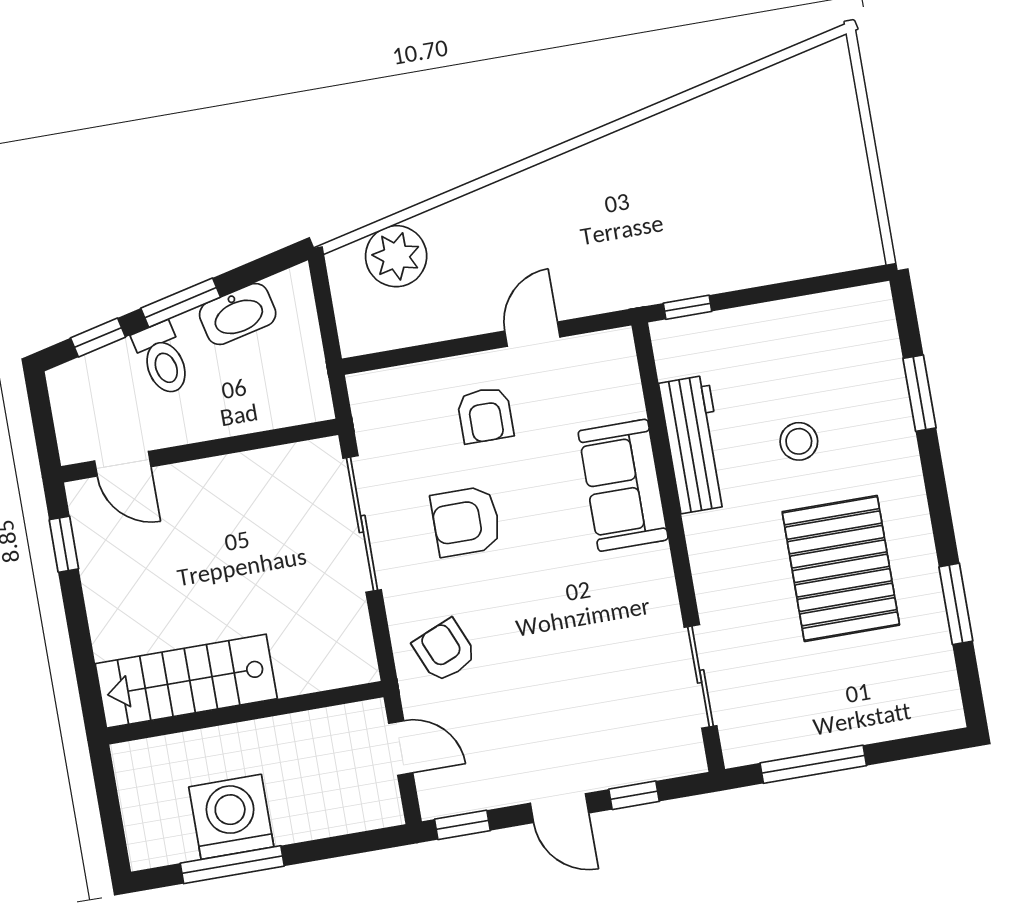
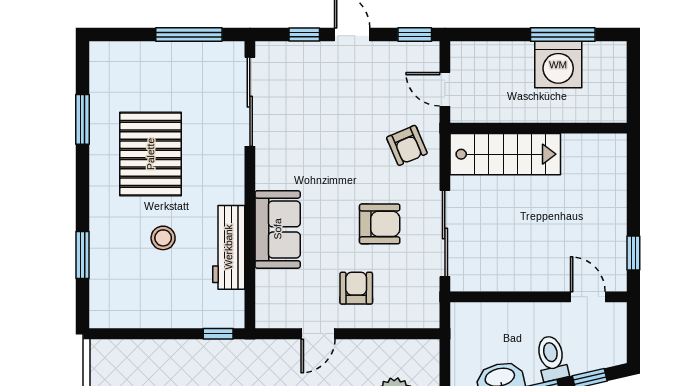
sliding door: (701, 676) -> (250, 102), width x1.37
stairs: (186, 681) -> (505, 154), moved

